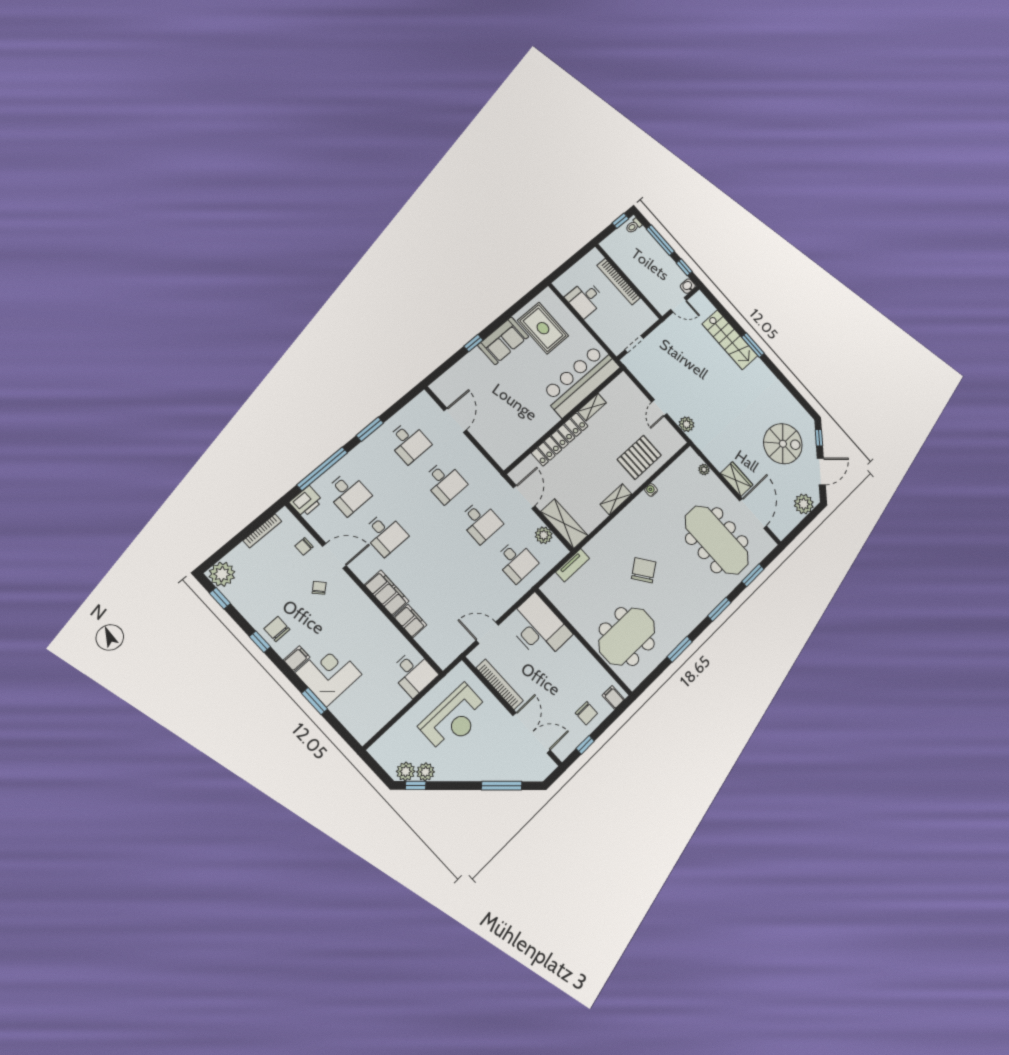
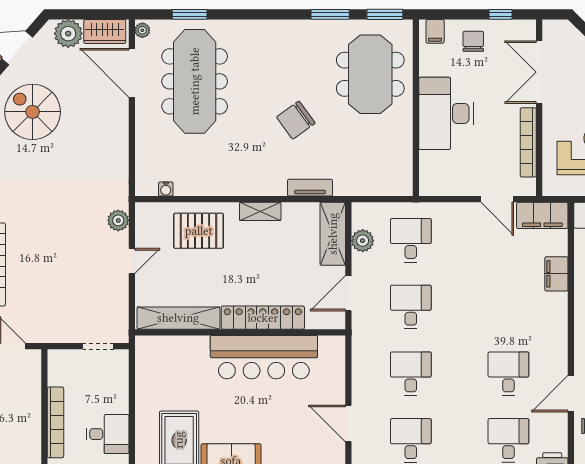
bar counter: (580, 380) -> (264, 357), moved
shelving: (592, 407) -> (178, 318), width x2.20, depth x1.33
door: (455, 420) -> (348, 423), hinge flipped
plant: (704, 469) -> (142, 30), moved
wardrobe: (737, 479) -> (105, 31), moved, turned -90
water cooler: (651, 490) -> (166, 189), moved
door: (753, 513) -> (132, 73), hinge flipped
door: (334, 556) -> (571, 394), hinge flipped
tv unit: (573, 565) -> (310, 188), moved
filing cabinet: (387, 593) -> (542, 215), moved, turned -90
window: (719, 609) -> (385, 14), moved
desk: (539, 628) -> (446, 113), moved
meeting table: (627, 636) -> (370, 74), turned 90

